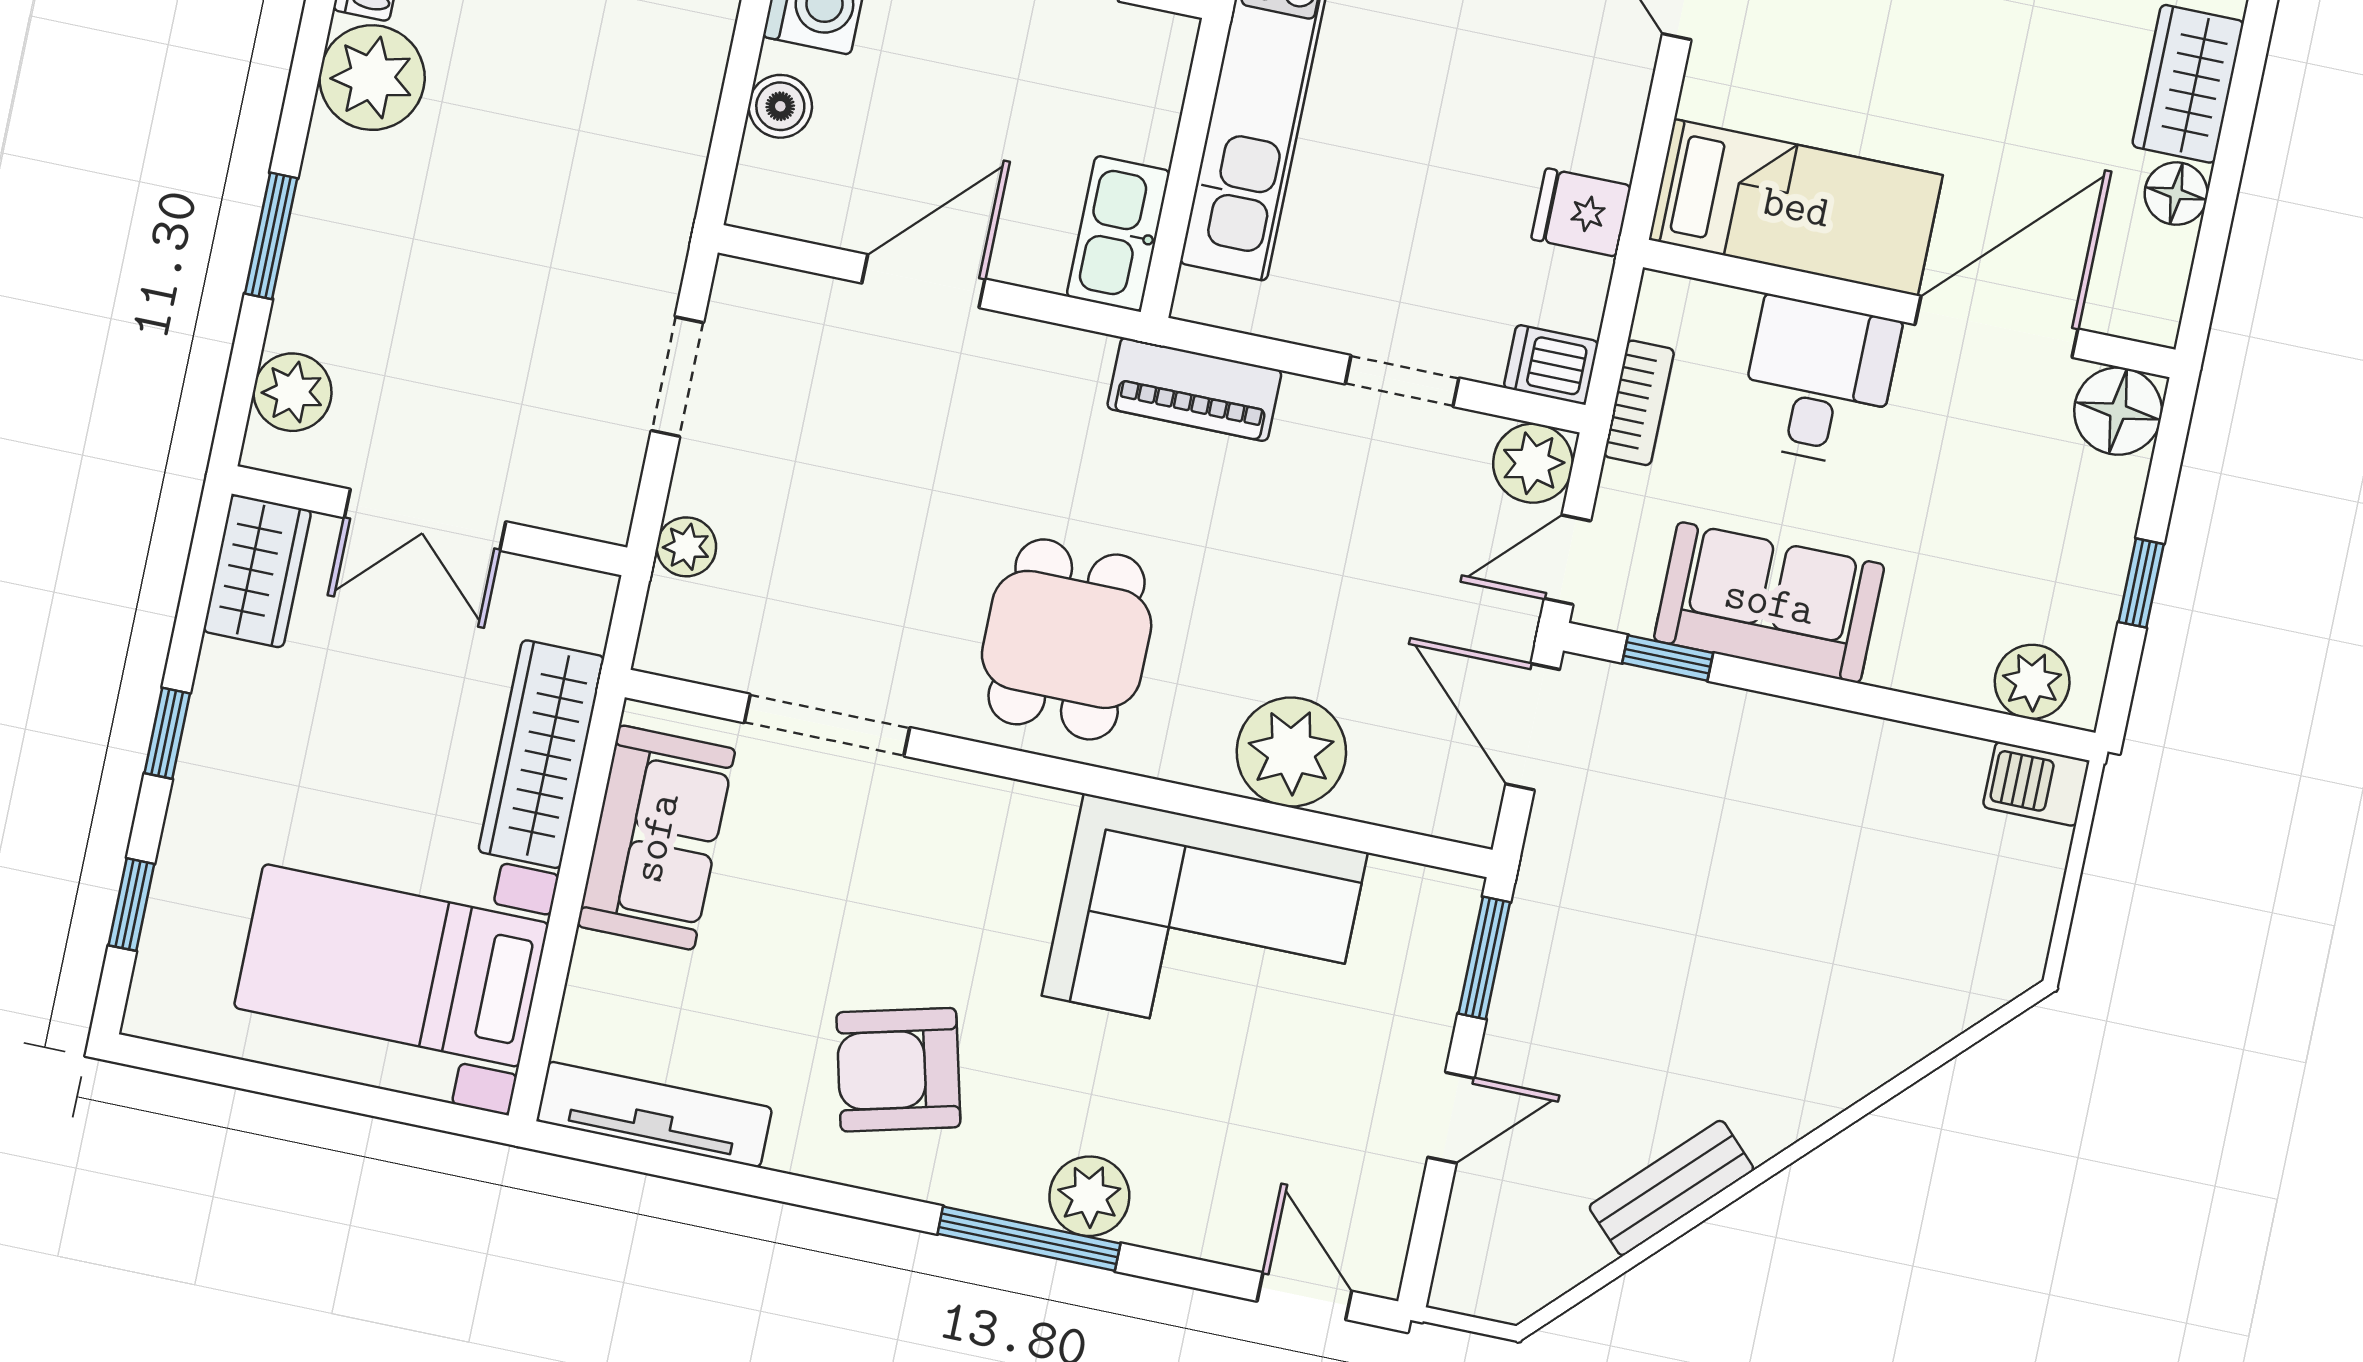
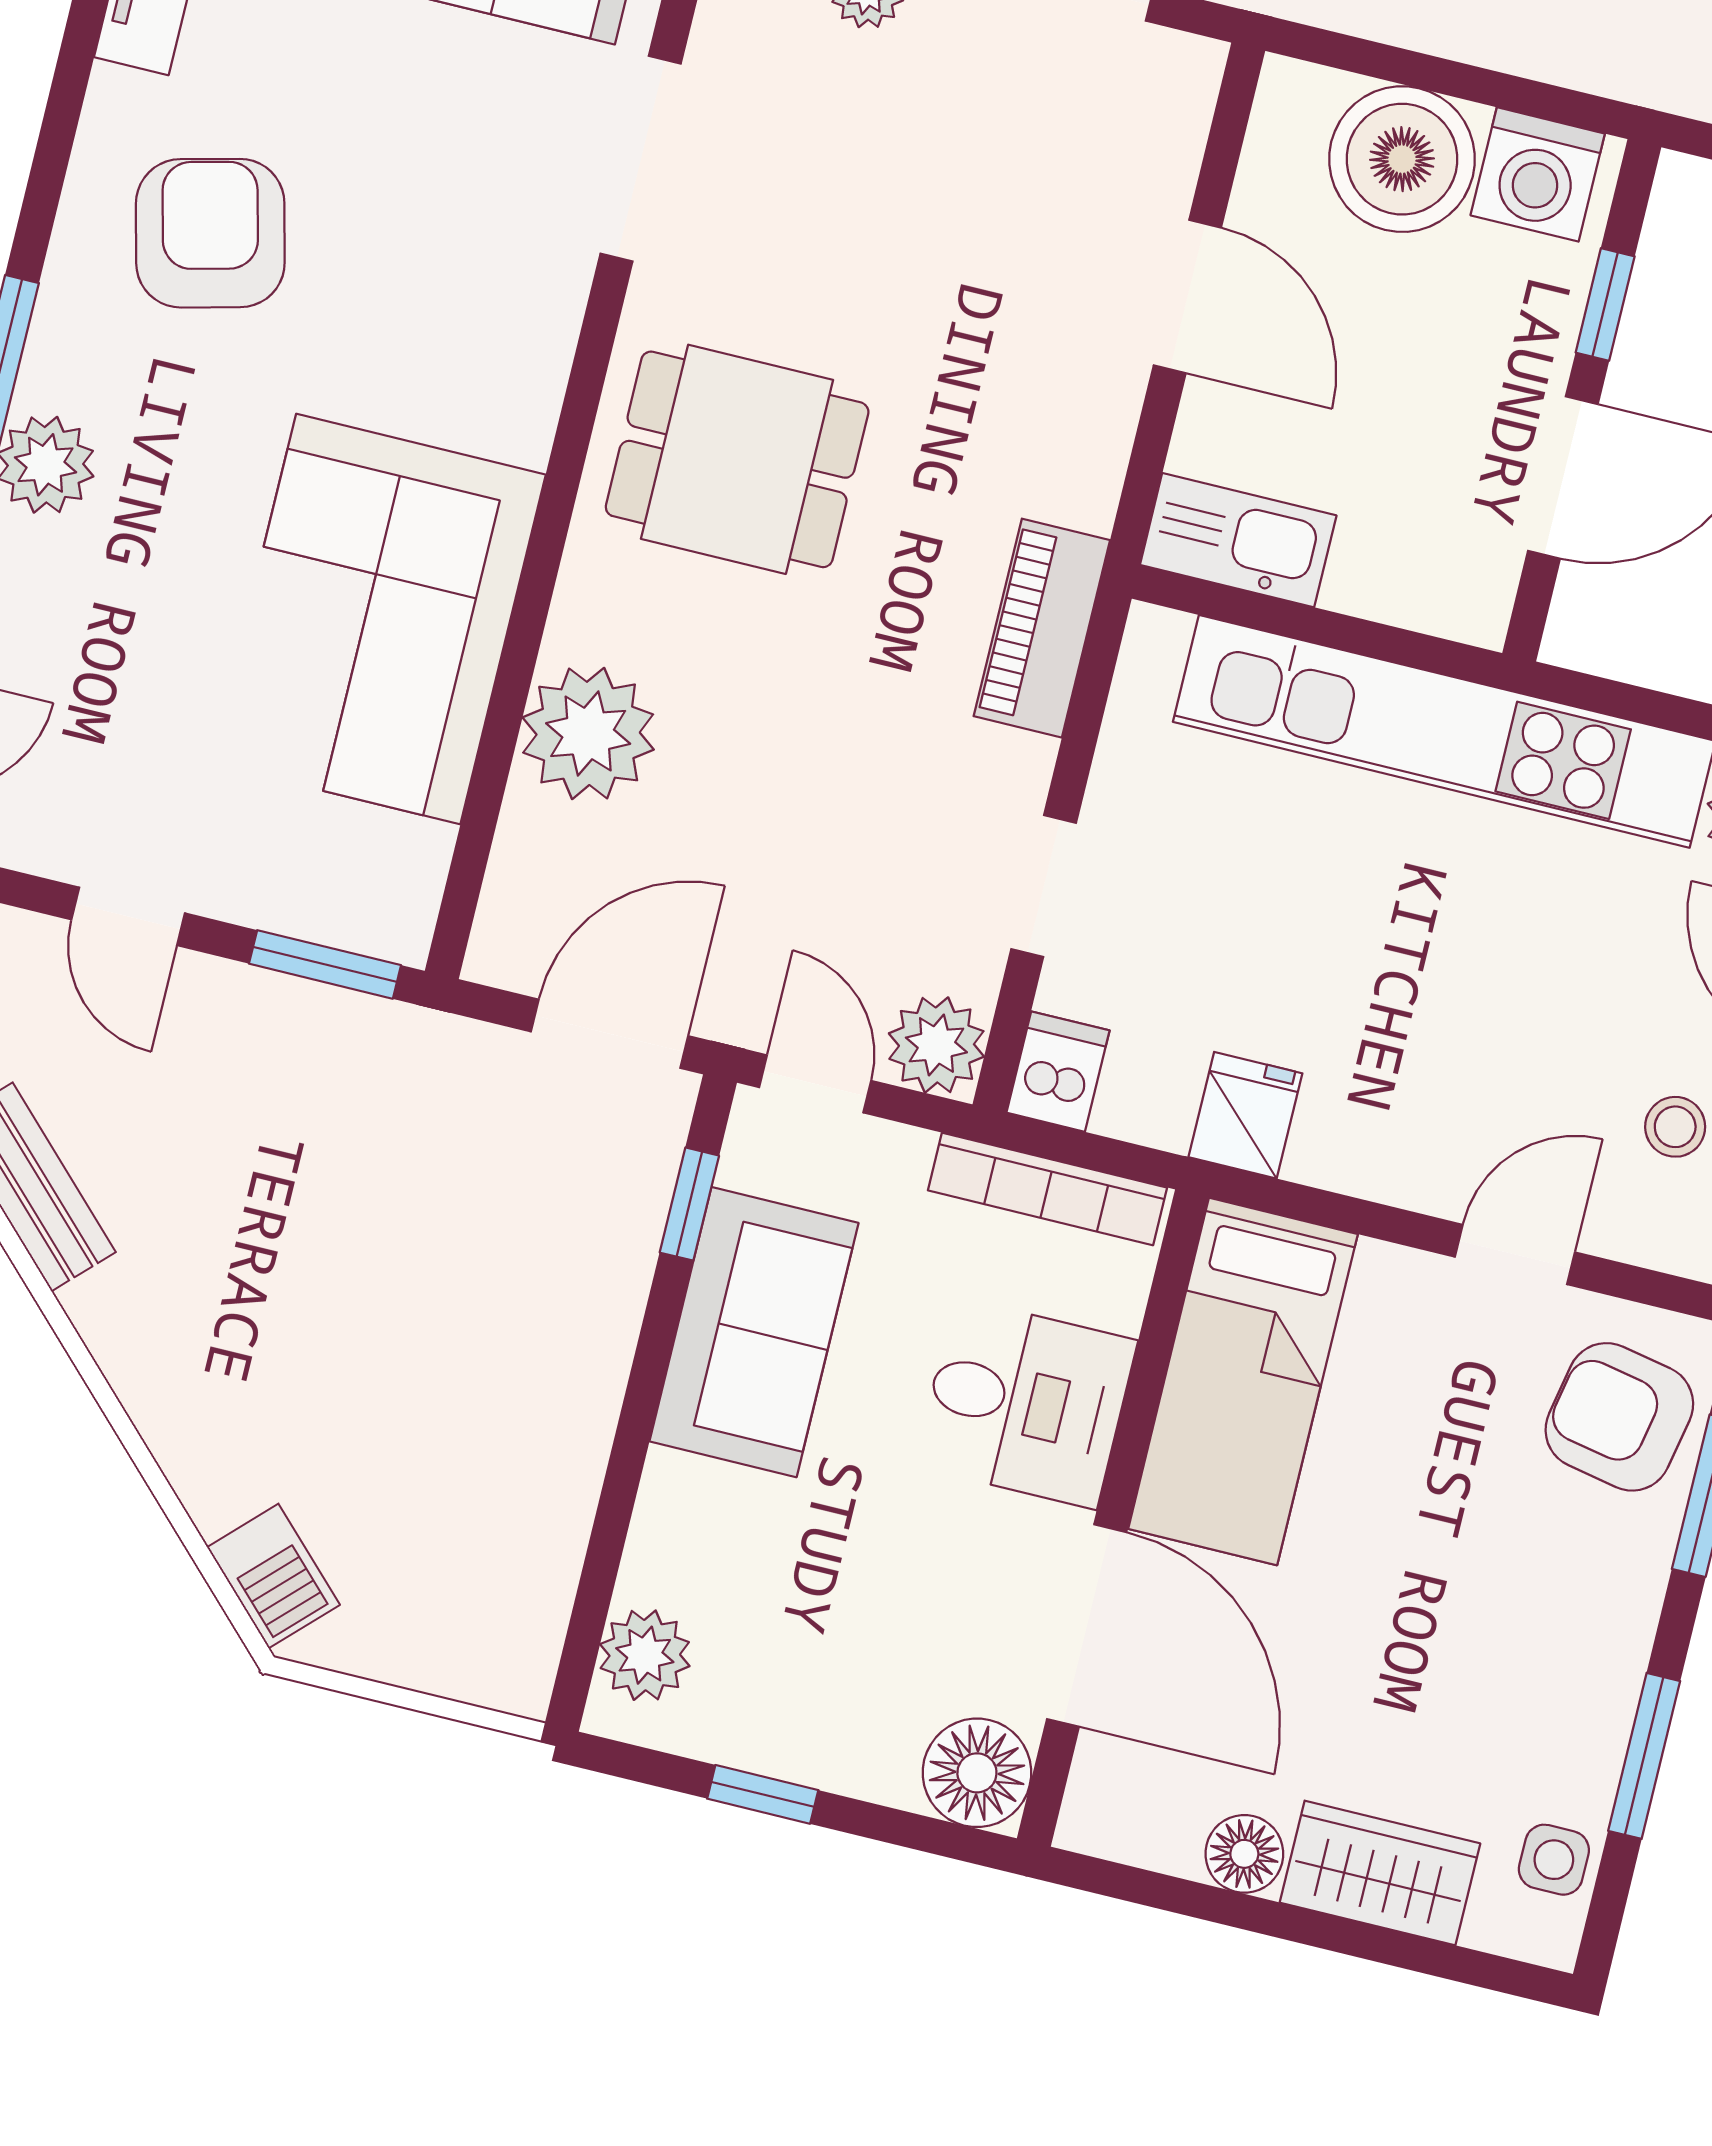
boiler: (780, 106) -> (1402, 159), width x1.86, depth x1.86
bookcase: (1639, 403) -> (1048, 1189), width x1.56
barbecue: (2036, 784) -> (273, 1576), moved, turned 135

